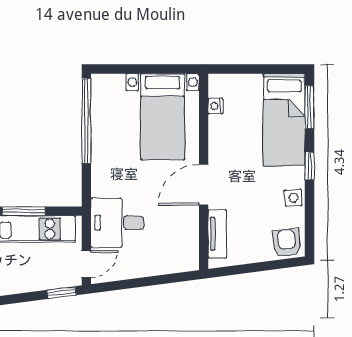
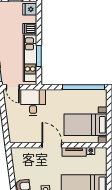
tv unit: (217, 234) -> (74, 152), moved

